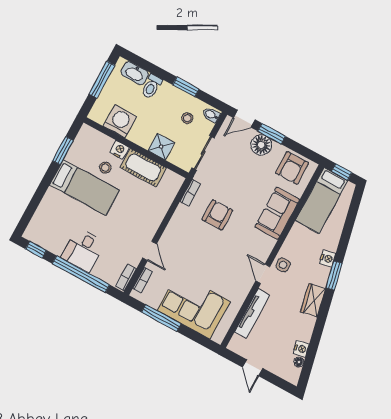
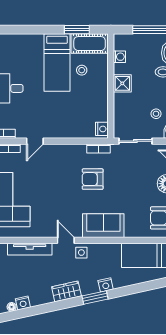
washing machine: (120, 121) -> (119, 57), width x0.53, depth x0.53
shower: (161, 147) -> (122, 83), moved
nightstand: (119, 150) -> (102, 129), moved
cot: (143, 167) -> (90, 44), moved, turned 90
sofa: (277, 213) -> (103, 226), moved
armchair: (217, 215) -> (93, 179), turned 180
door: (263, 274) -> (66, 240), hinge flipped

